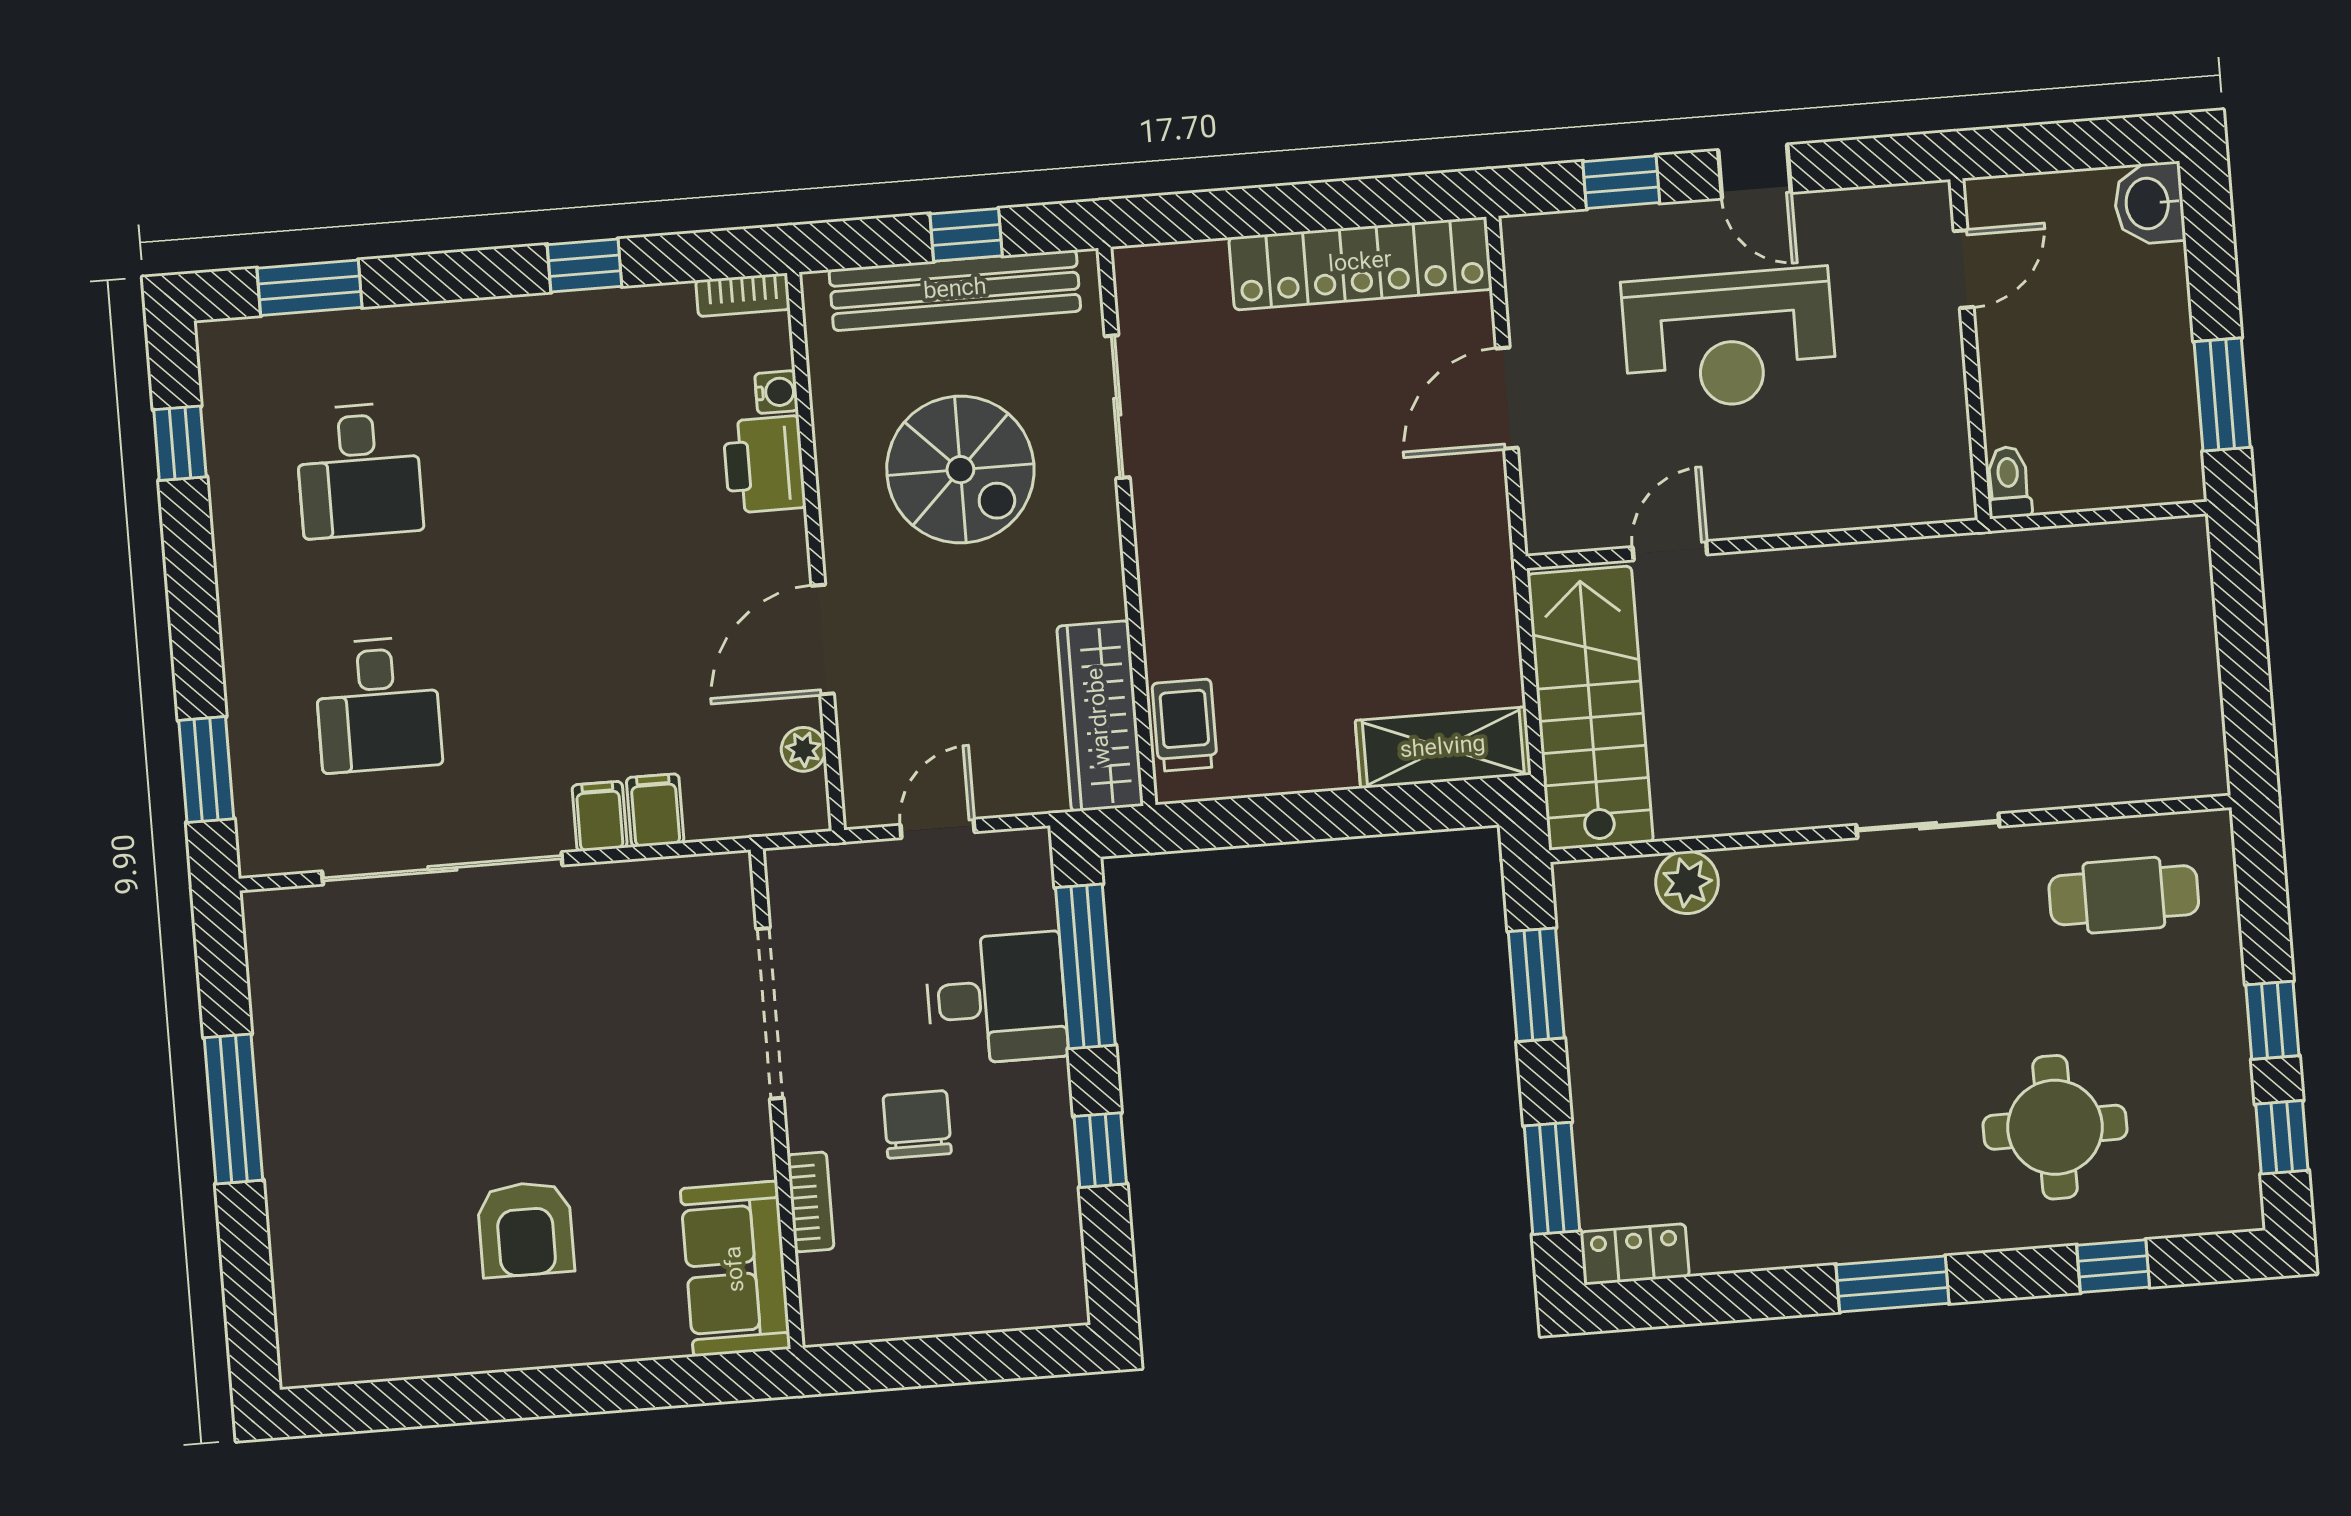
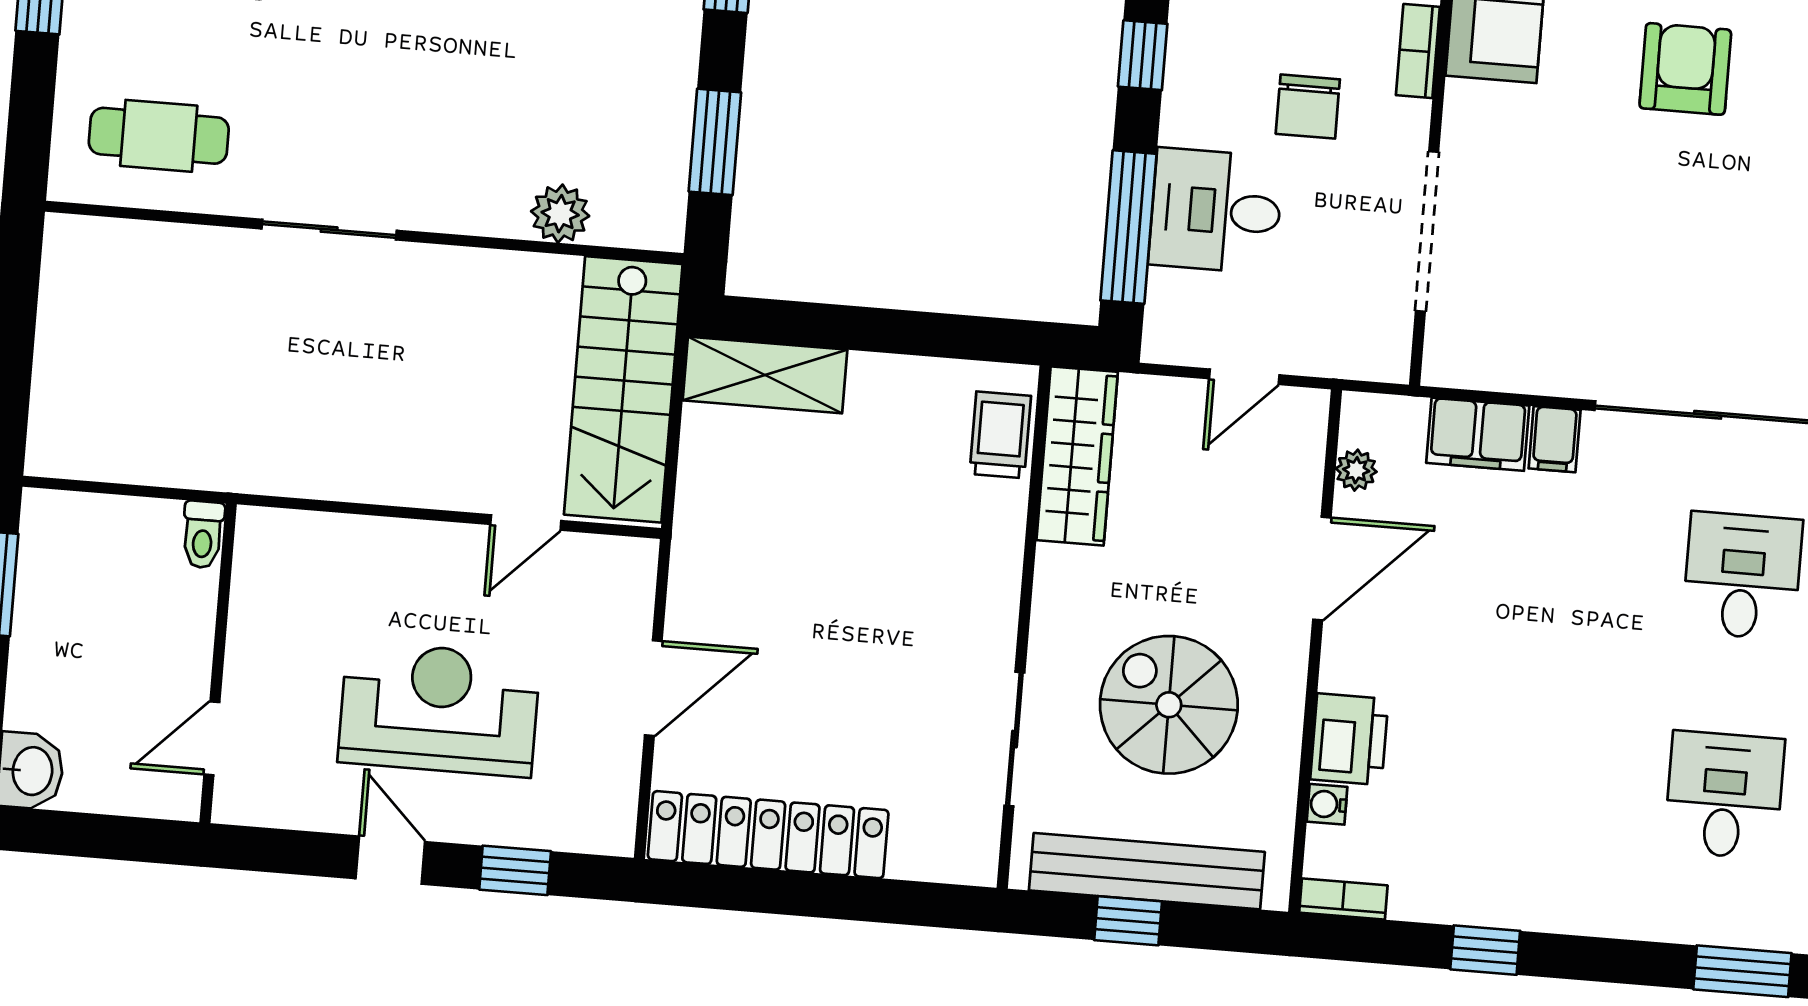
trolley: (1185, 725) -> (1000, 435), turned 180
filing cabinet: (655, 810) -> (1478, 434), width x2.00

